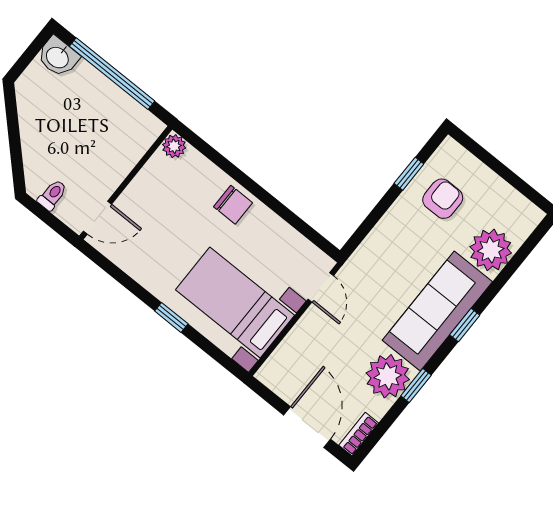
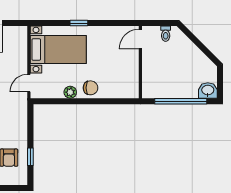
plant: (174, 146) -> (70, 92), moved
chair: (233, 205) -> (91, 88), turned 180
door: (321, 287) -> (29, 83), hinge flipped

